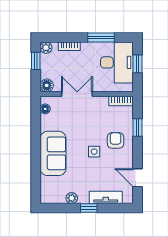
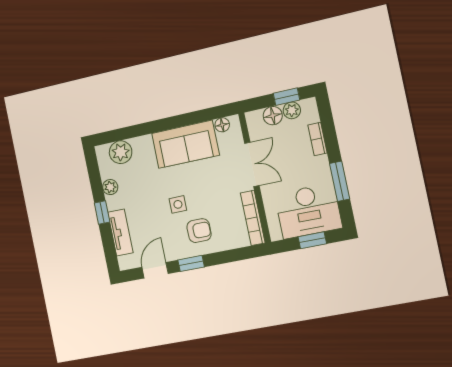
plant: (46, 48) -> (292, 110), moved
floor lamp: (47, 85) -> (273, 116), moved
bookcase: (121, 101) -> (253, 218), width x1.56
window: (138, 127) -> (191, 263), moved
sofa: (53, 153) -> (185, 144), moved
plant: (48, 185) -> (121, 152), added

